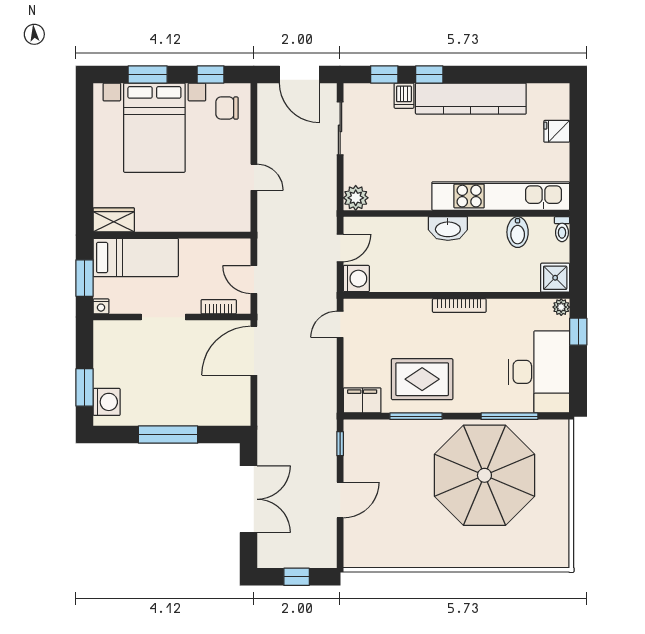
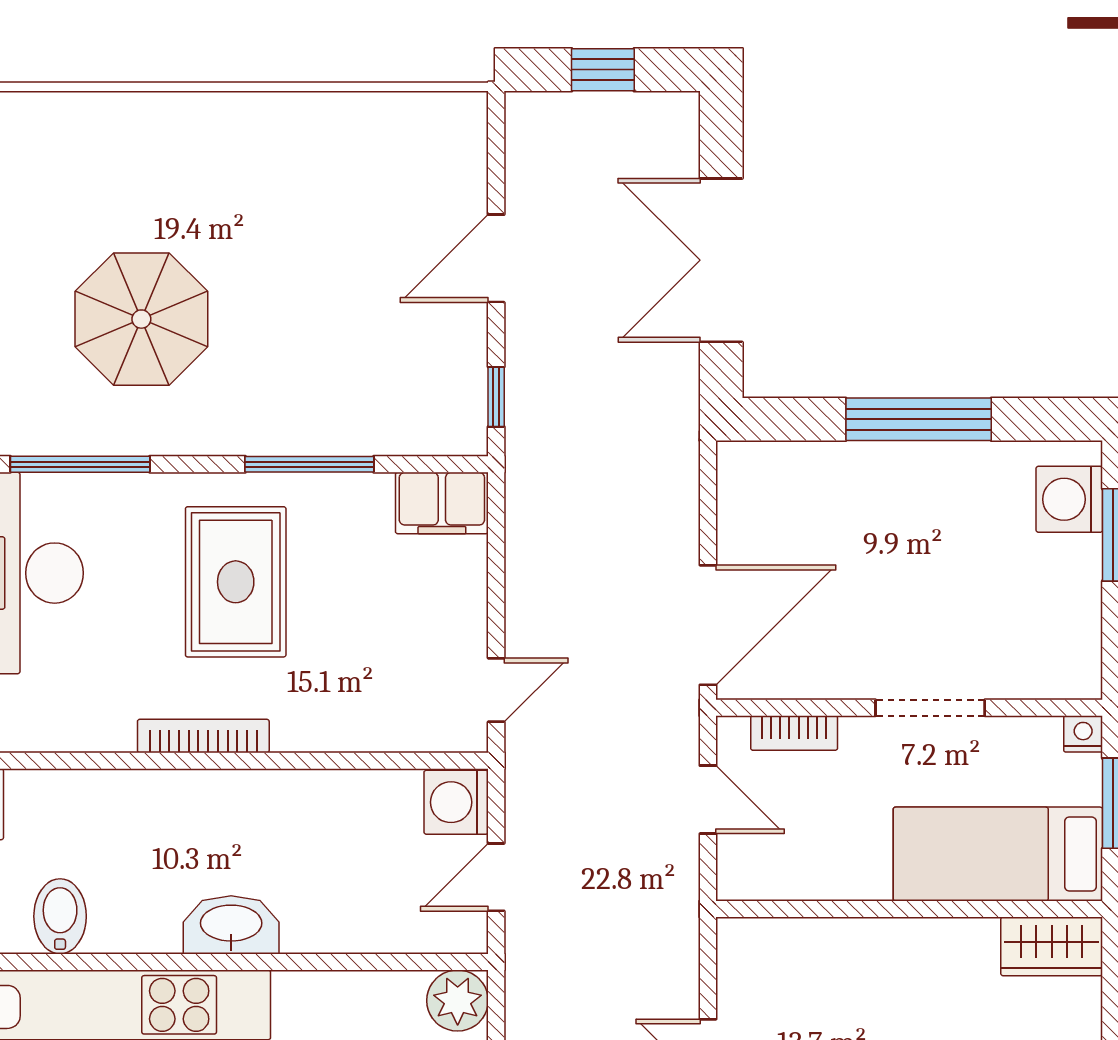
rug: (422, 379) -> (236, 582), moved, turned 90
parasol: (484, 475) -> (141, 319), width x0.54, depth x0.54

